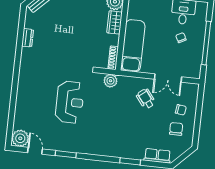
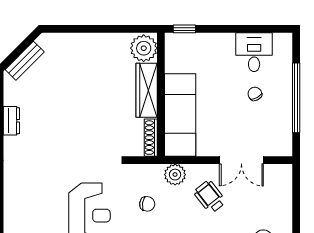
wardrobe: (114, 22) -> (147, 90), width x1.50
plant: (110, 81) -> (175, 175), moved
chair: (181, 110) -> (147, 204), moved

